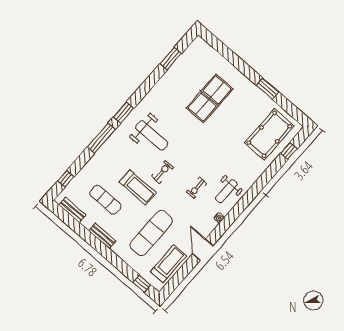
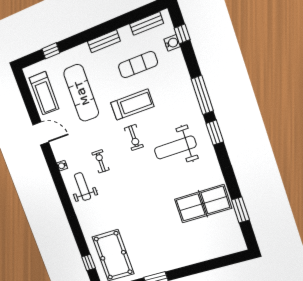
table tennis table: (210, 98) -> (203, 204), moved, turned 90
water cooler: (76, 183) -> (172, 43), added
treadmill: (138, 187) -> (132, 105), turned 180
window: (142, 284) -> (51, 51), moved

